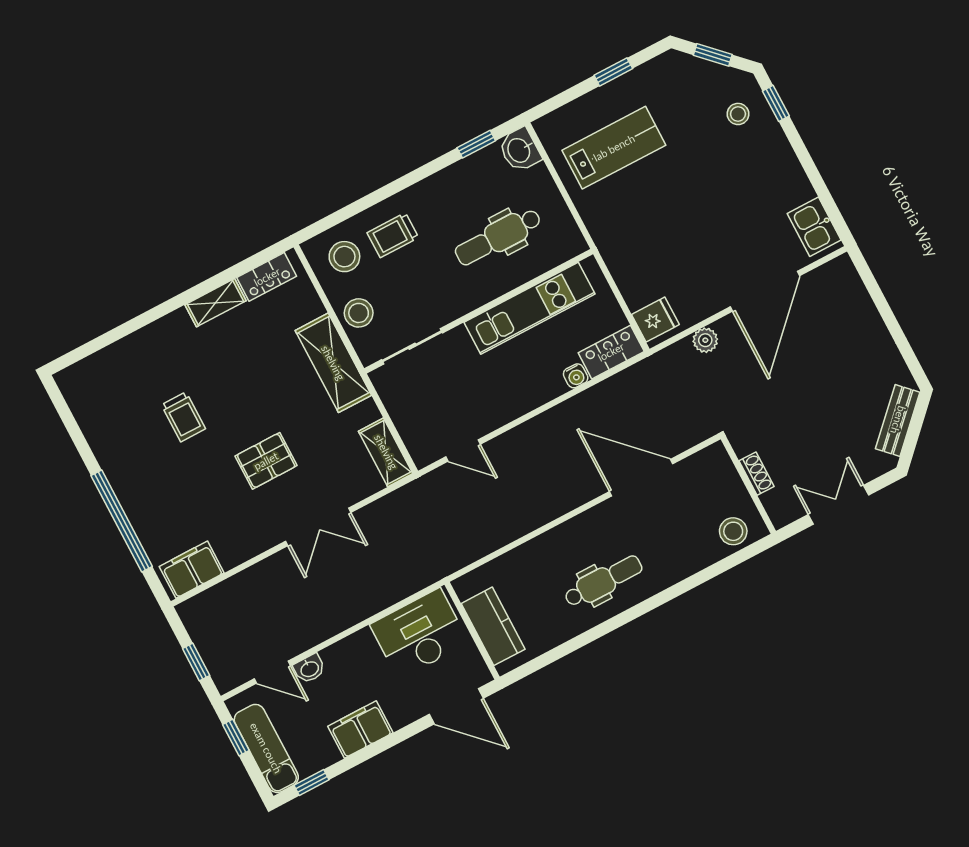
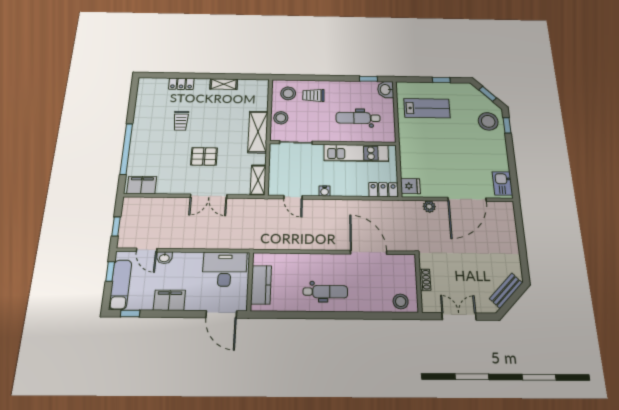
stool: (738, 114) -> (488, 121), width x1.89, depth x1.89
locker: (267, 277) -> (181, 84), moved
water cooler: (576, 376) -> (325, 191), moved

